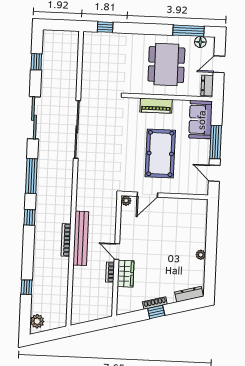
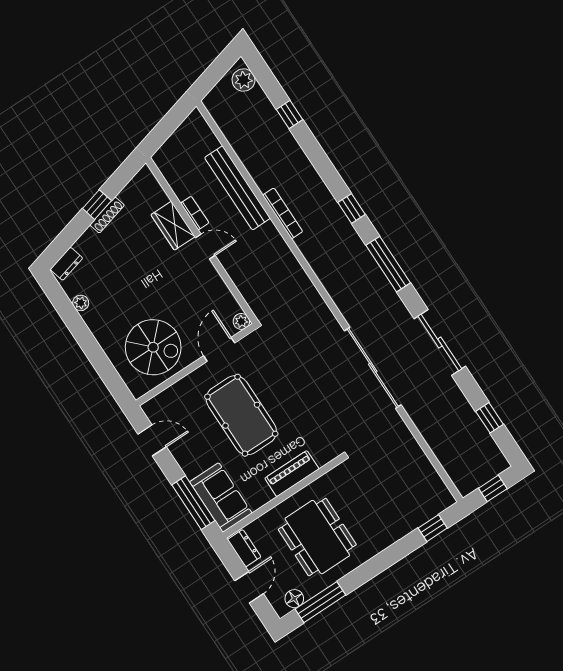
window: (60, 25) -> (493, 488), added
window: (216, 142) -> (193, 503), moved
spiral stairs: (180, 220) -> (153, 347), added
bench: (81, 238) -> (237, 188), moved
plant: (201, 255) -> (81, 303), moved
dresser: (189, 294) -> (66, 264), width x0.70

